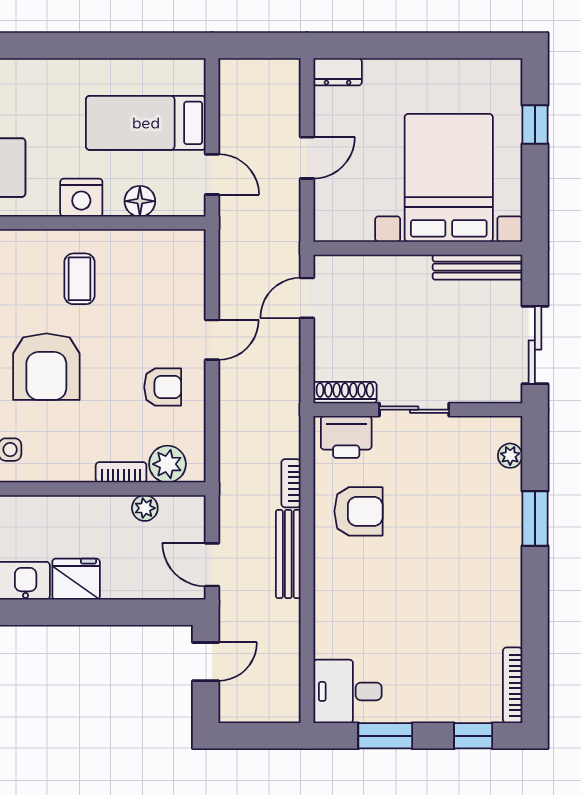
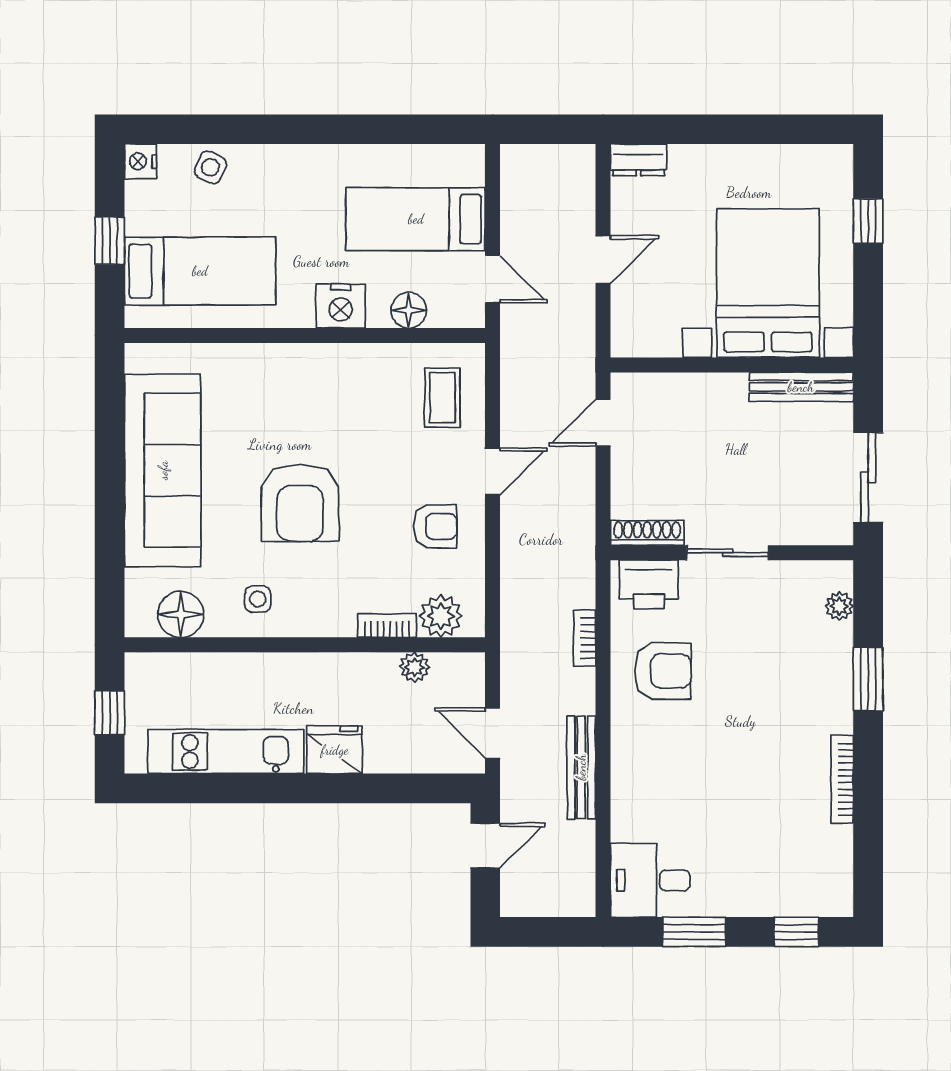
coffee table: (79, 279) -> (442, 398), moved
bench: (288, 554) -> (581, 767), moved
bookcase: (513, 685) -> (842, 779), moved

